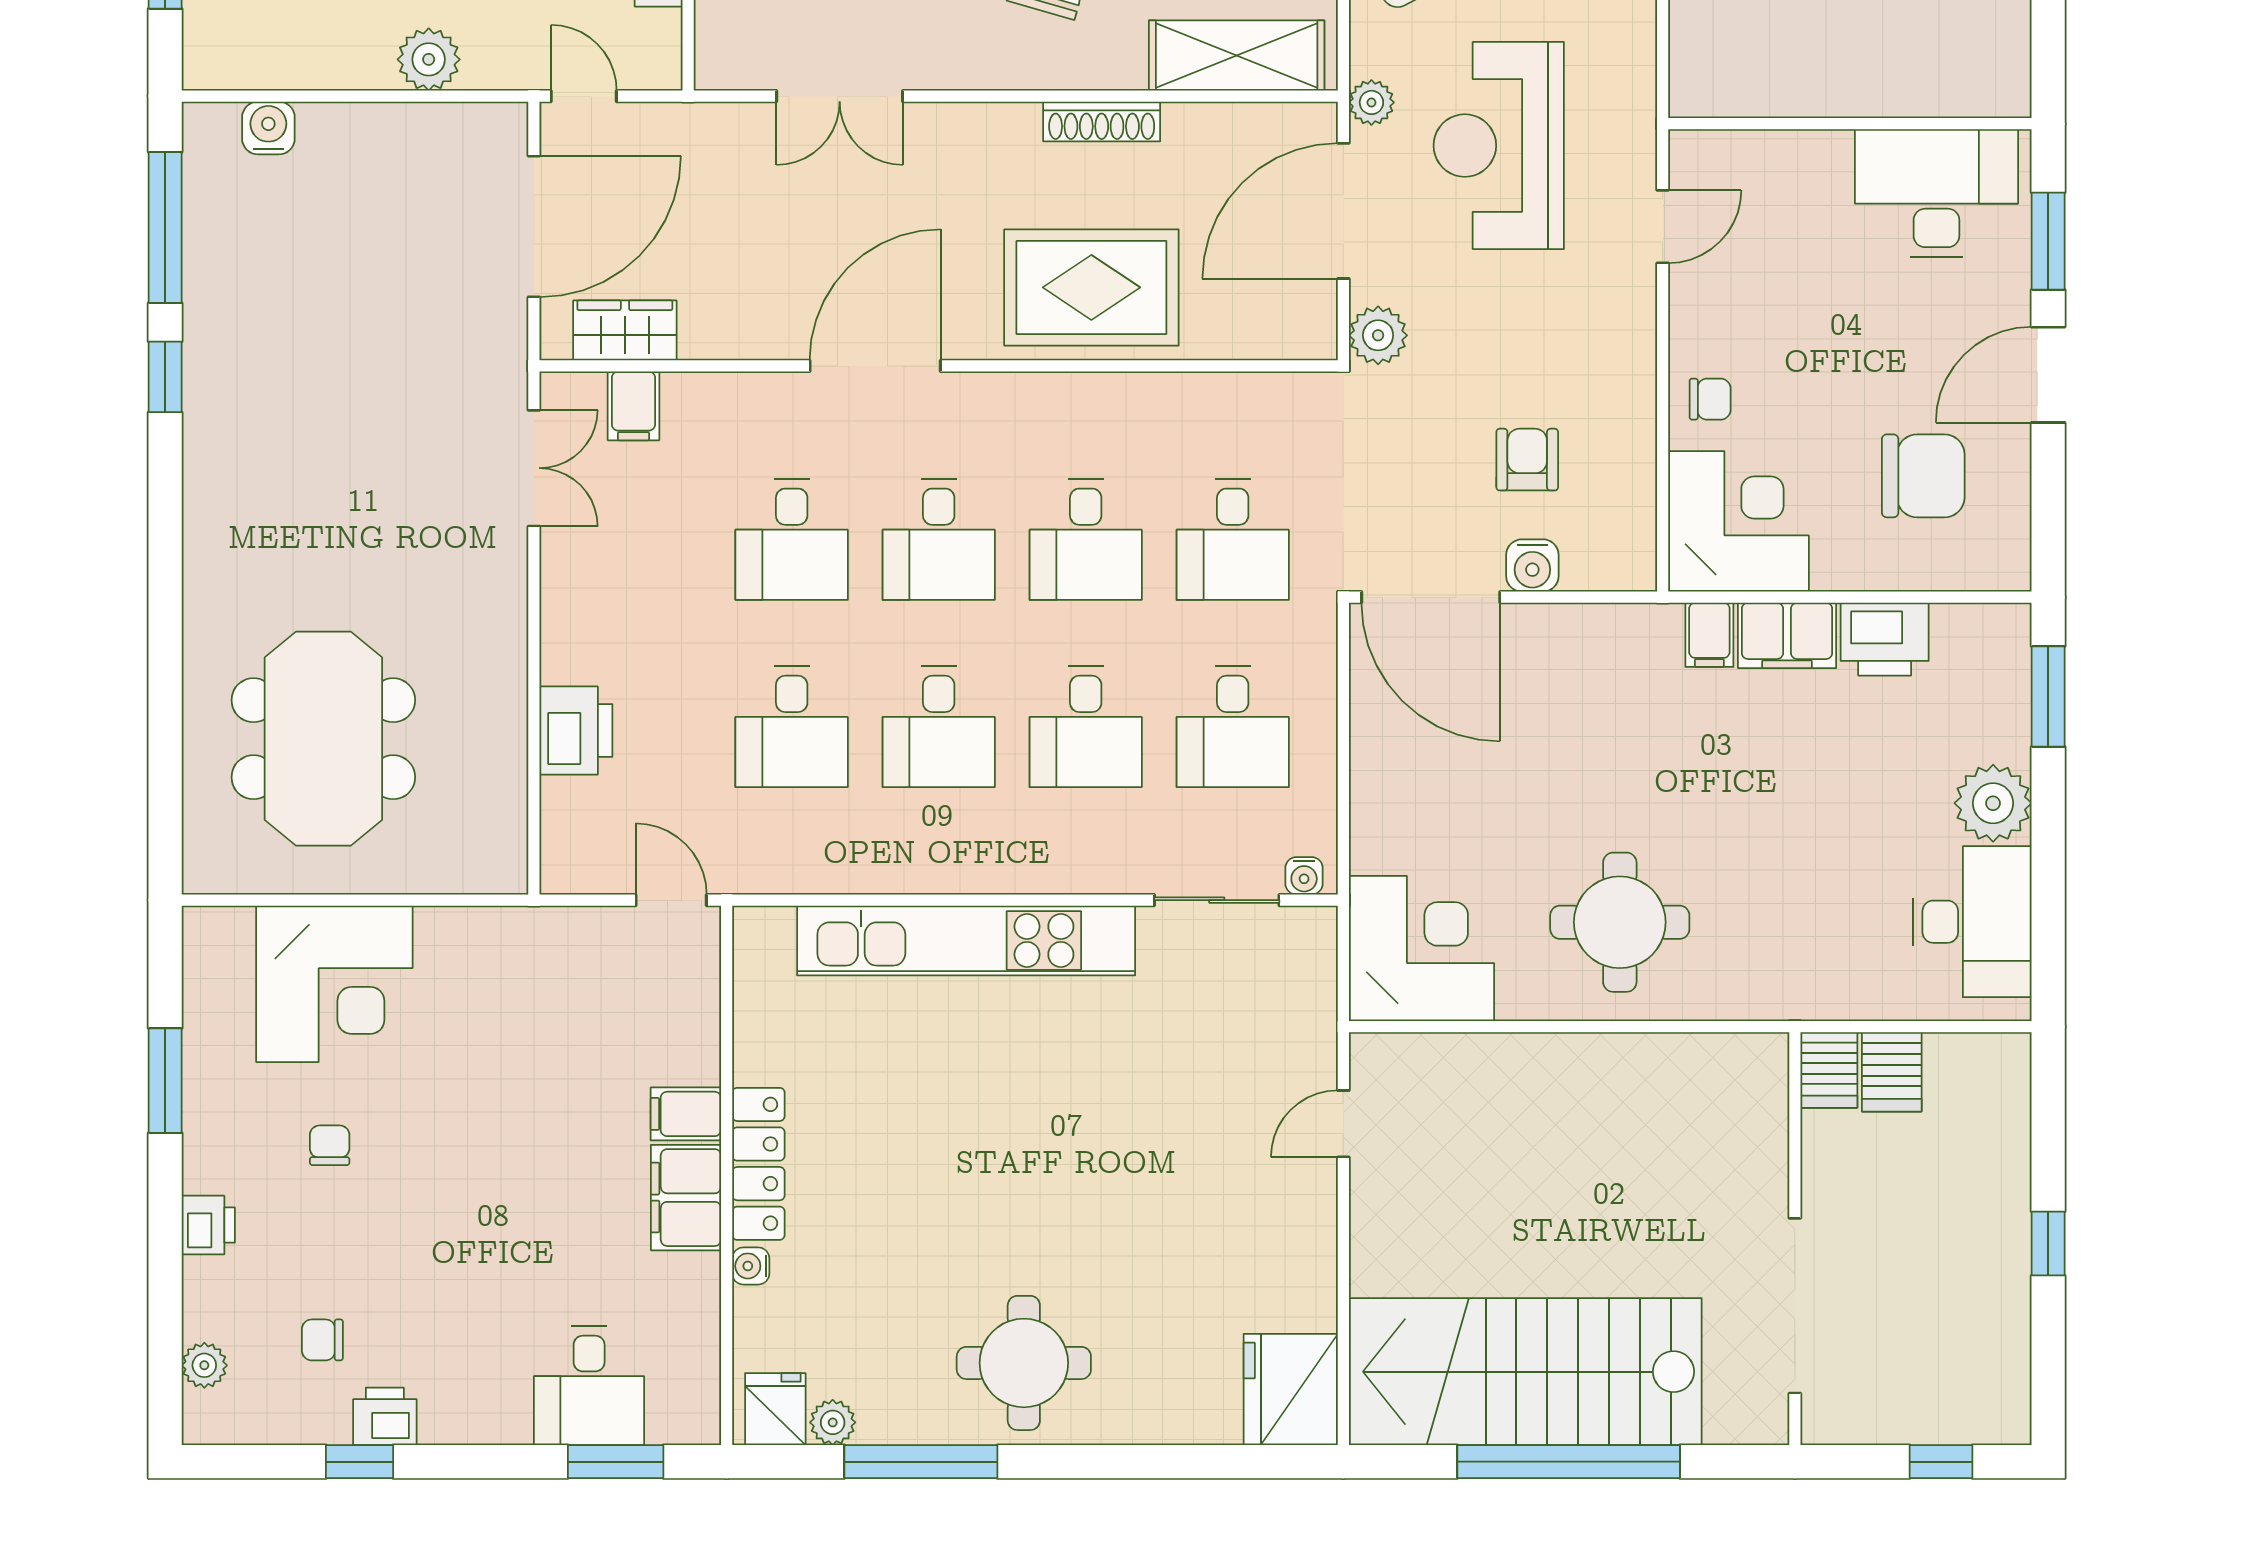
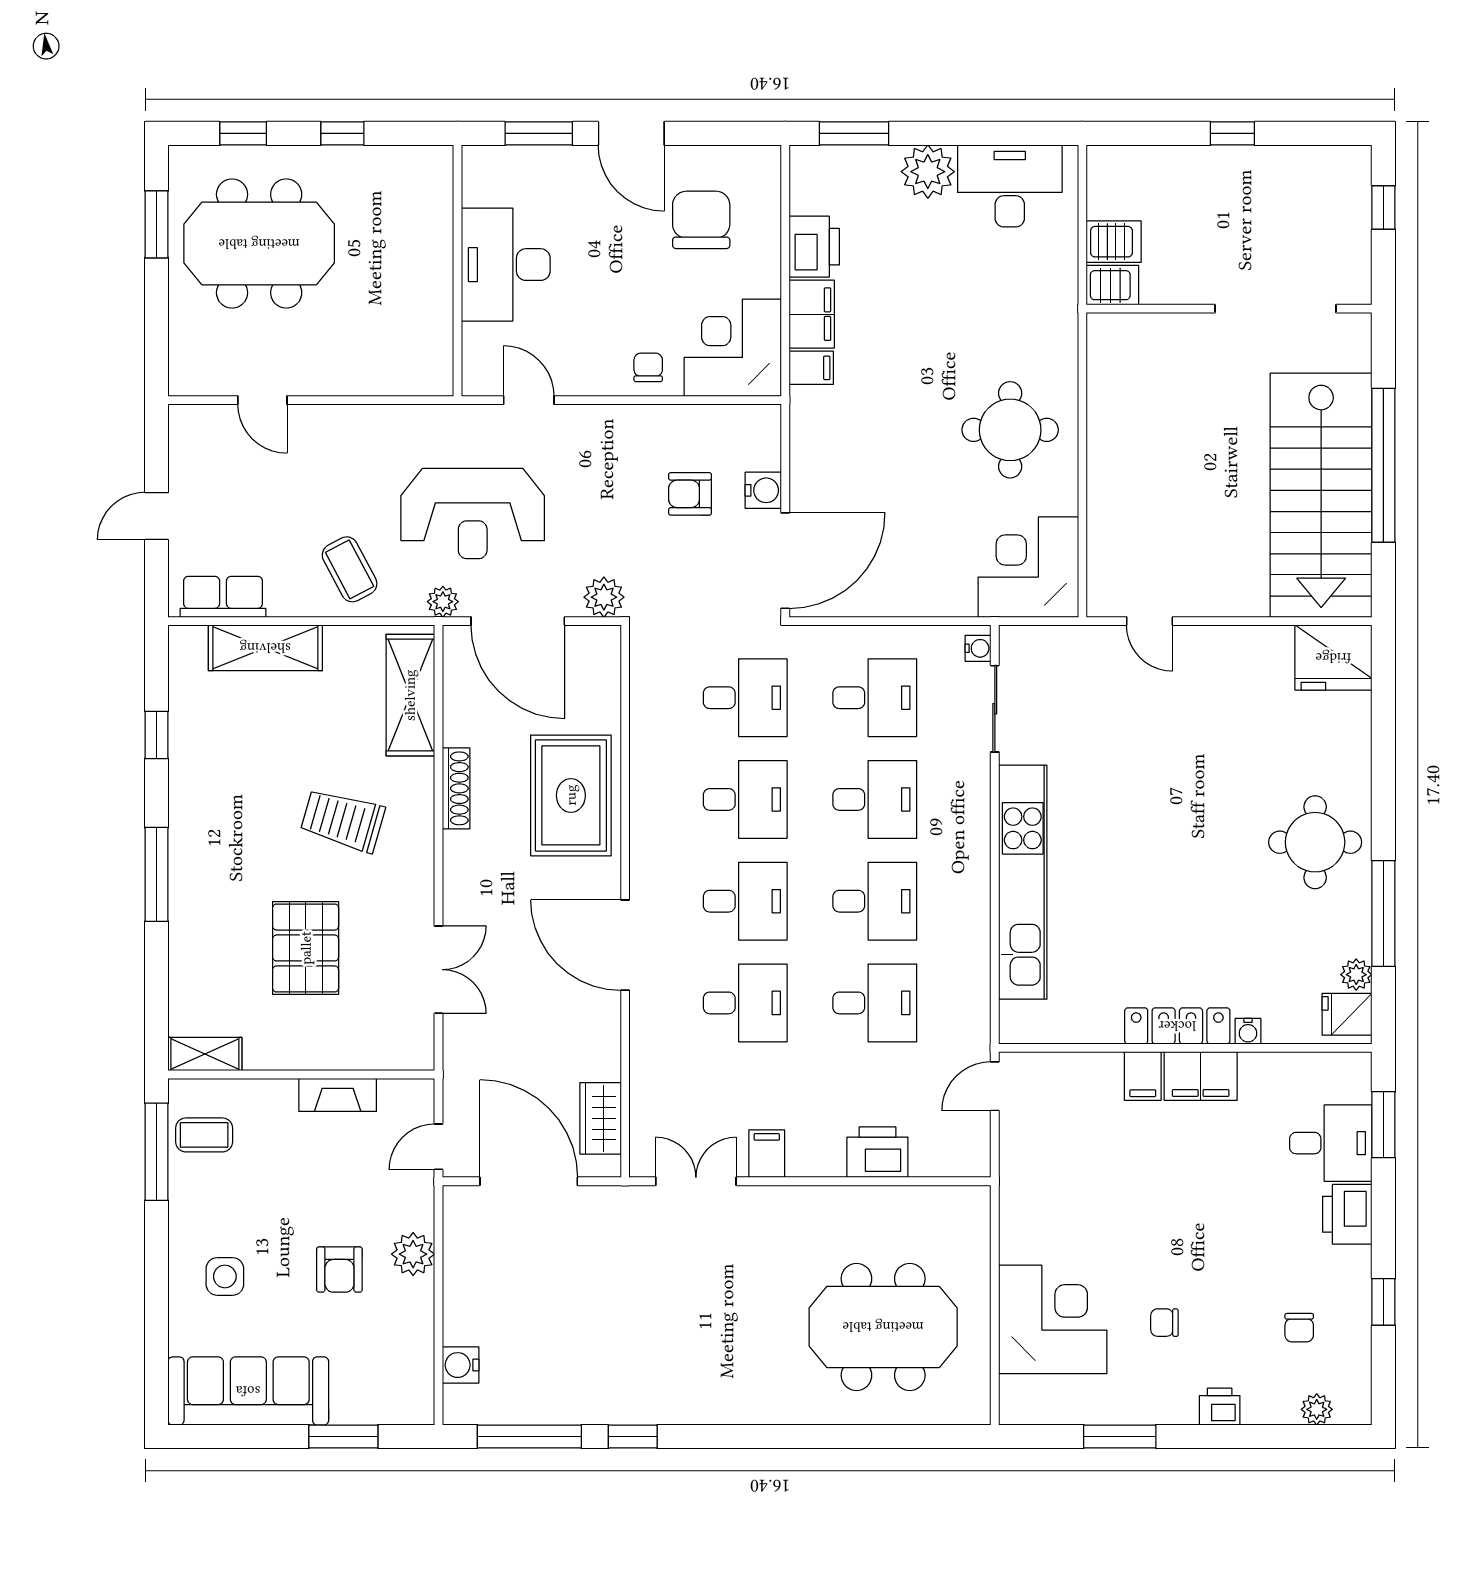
desk: (1936, 193) -> (506, 265), moved
filing cabinet: (633, 406) -> (767, 1154), moved, turned -90
printer: (385, 1416) -> (1347, 1214), moved, width x1.36, depth x1.24

